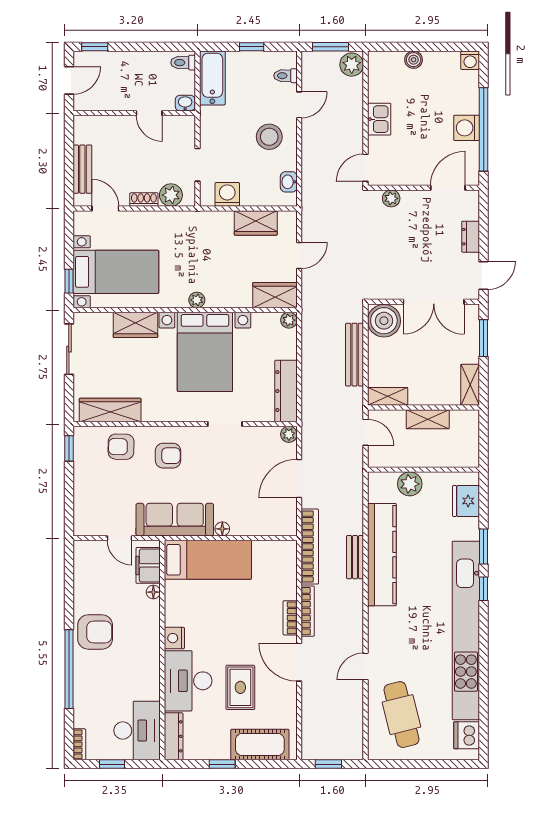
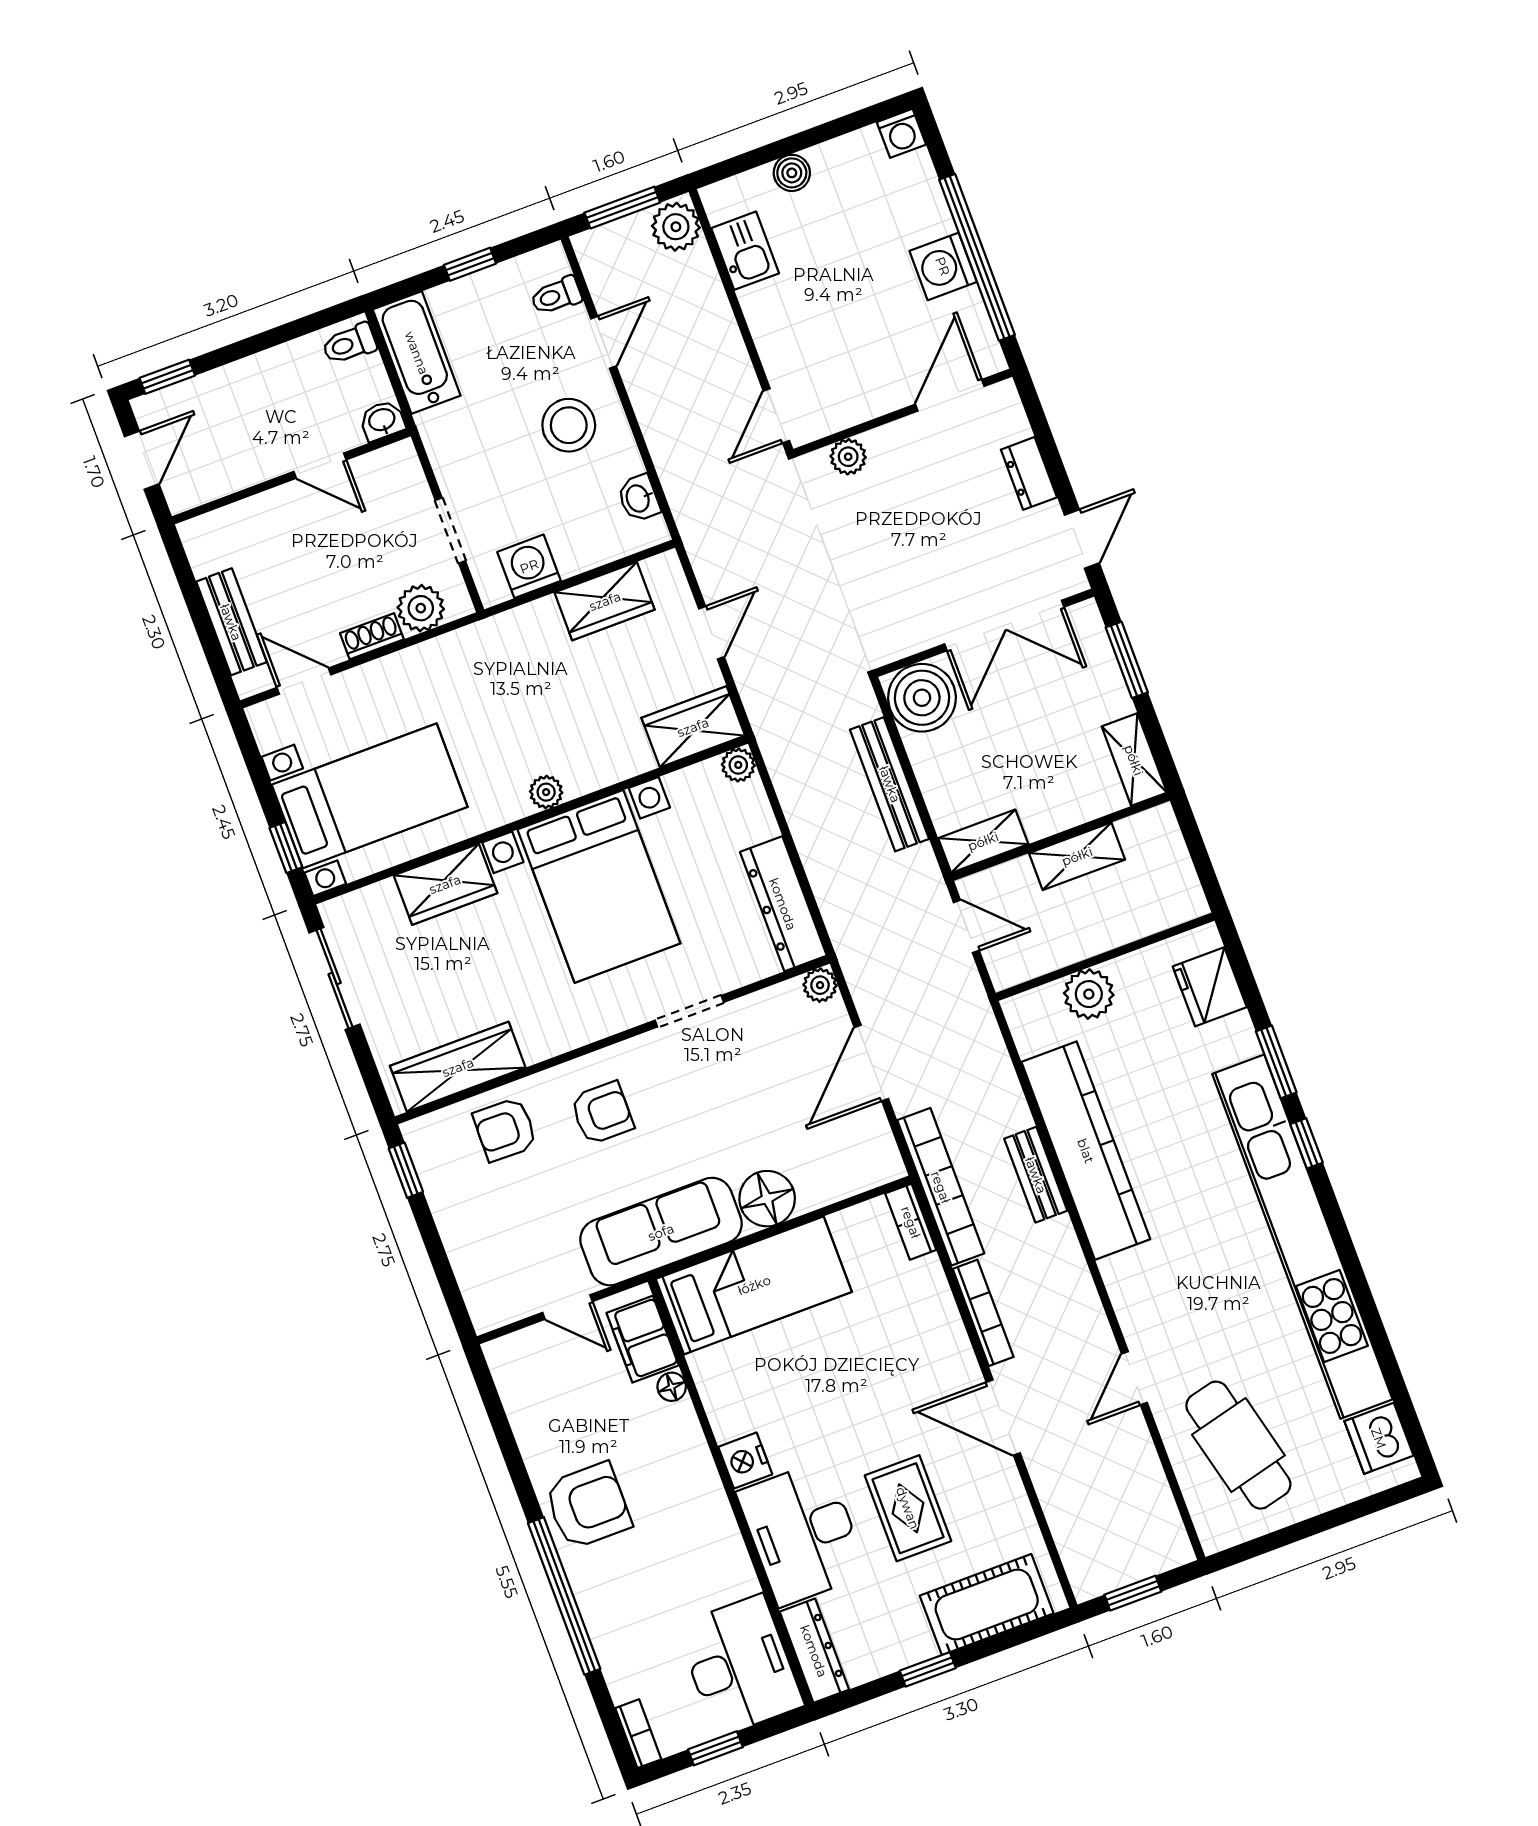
kitchen sink: (379, 119) -> (745, 251), moved
floor lamp: (222, 529) -> (767, 1199), width x1.89, depth x1.89
bookcase: (290, 618) -> (911, 1222), moved

